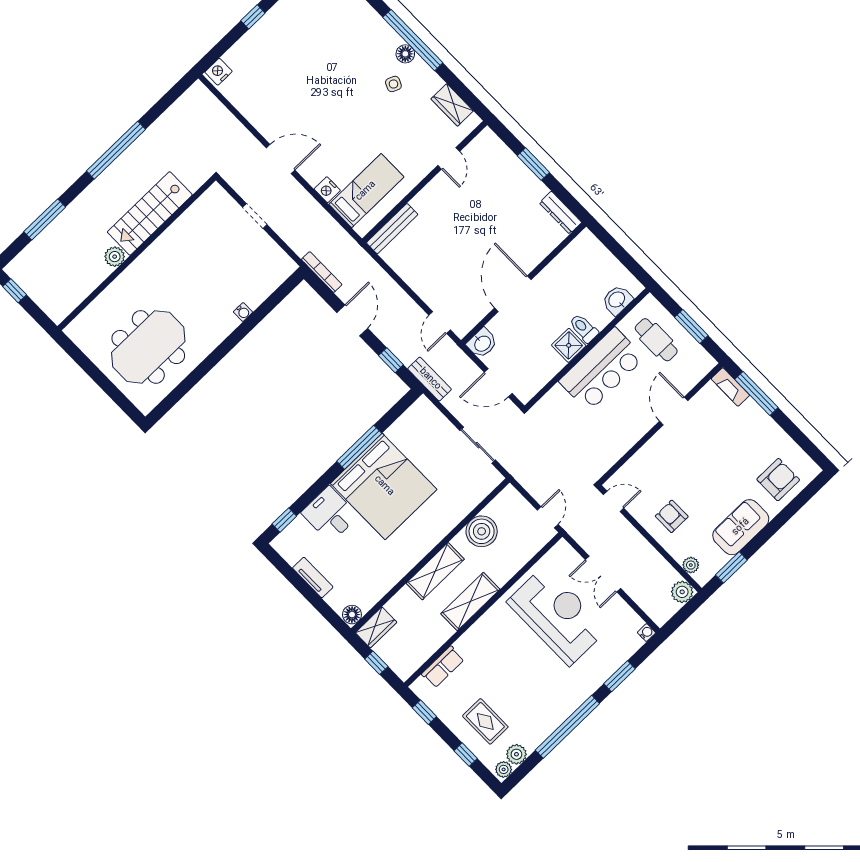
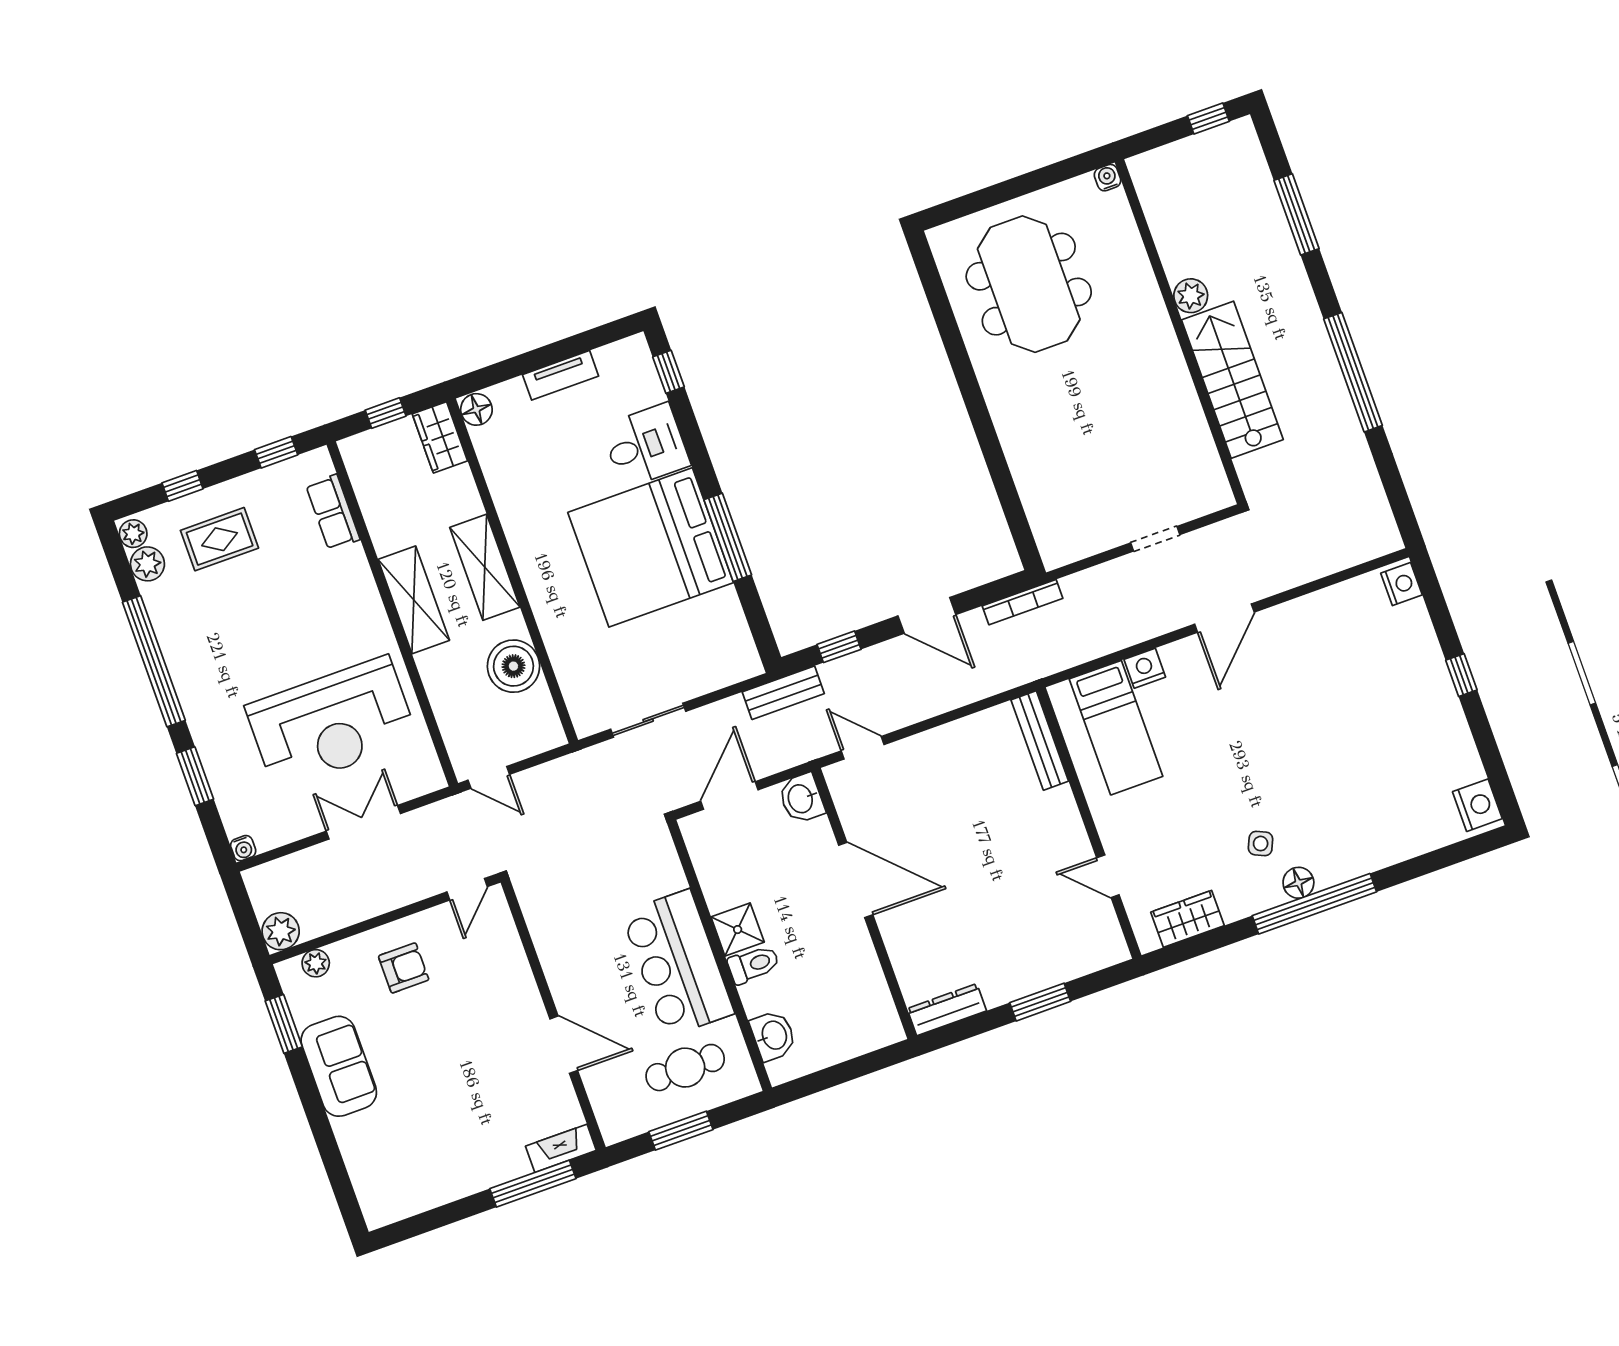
water cooler: (243, 312) -> (1107, 178), moved, turned 90
armchair: (778, 480) -> (386, 1157), removed

